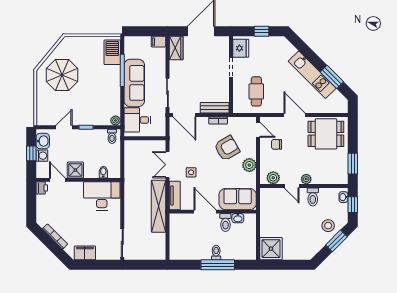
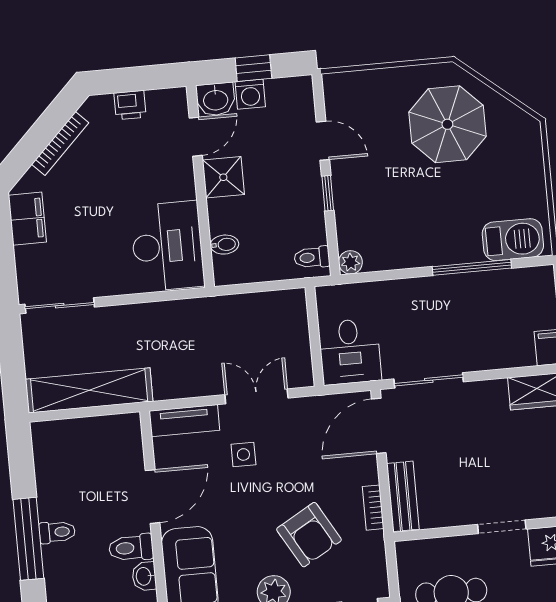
sofa: (134, 83) -> (444, 299), removed
desk: (137, 120) -> (350, 352), moved, turned 180
washbasin: (43, 141) -> (216, 99), moved
printer: (42, 188) -> (130, 105), moved
shelving: (159, 206) -> (89, 390), moved

